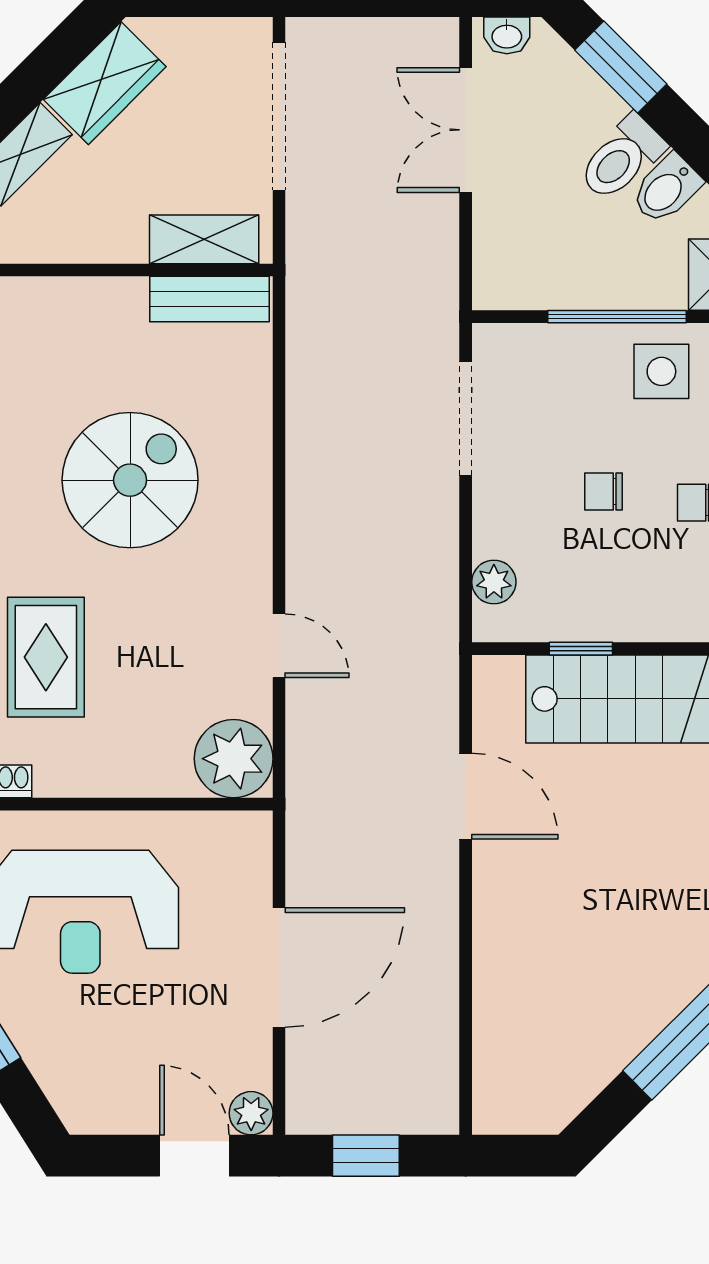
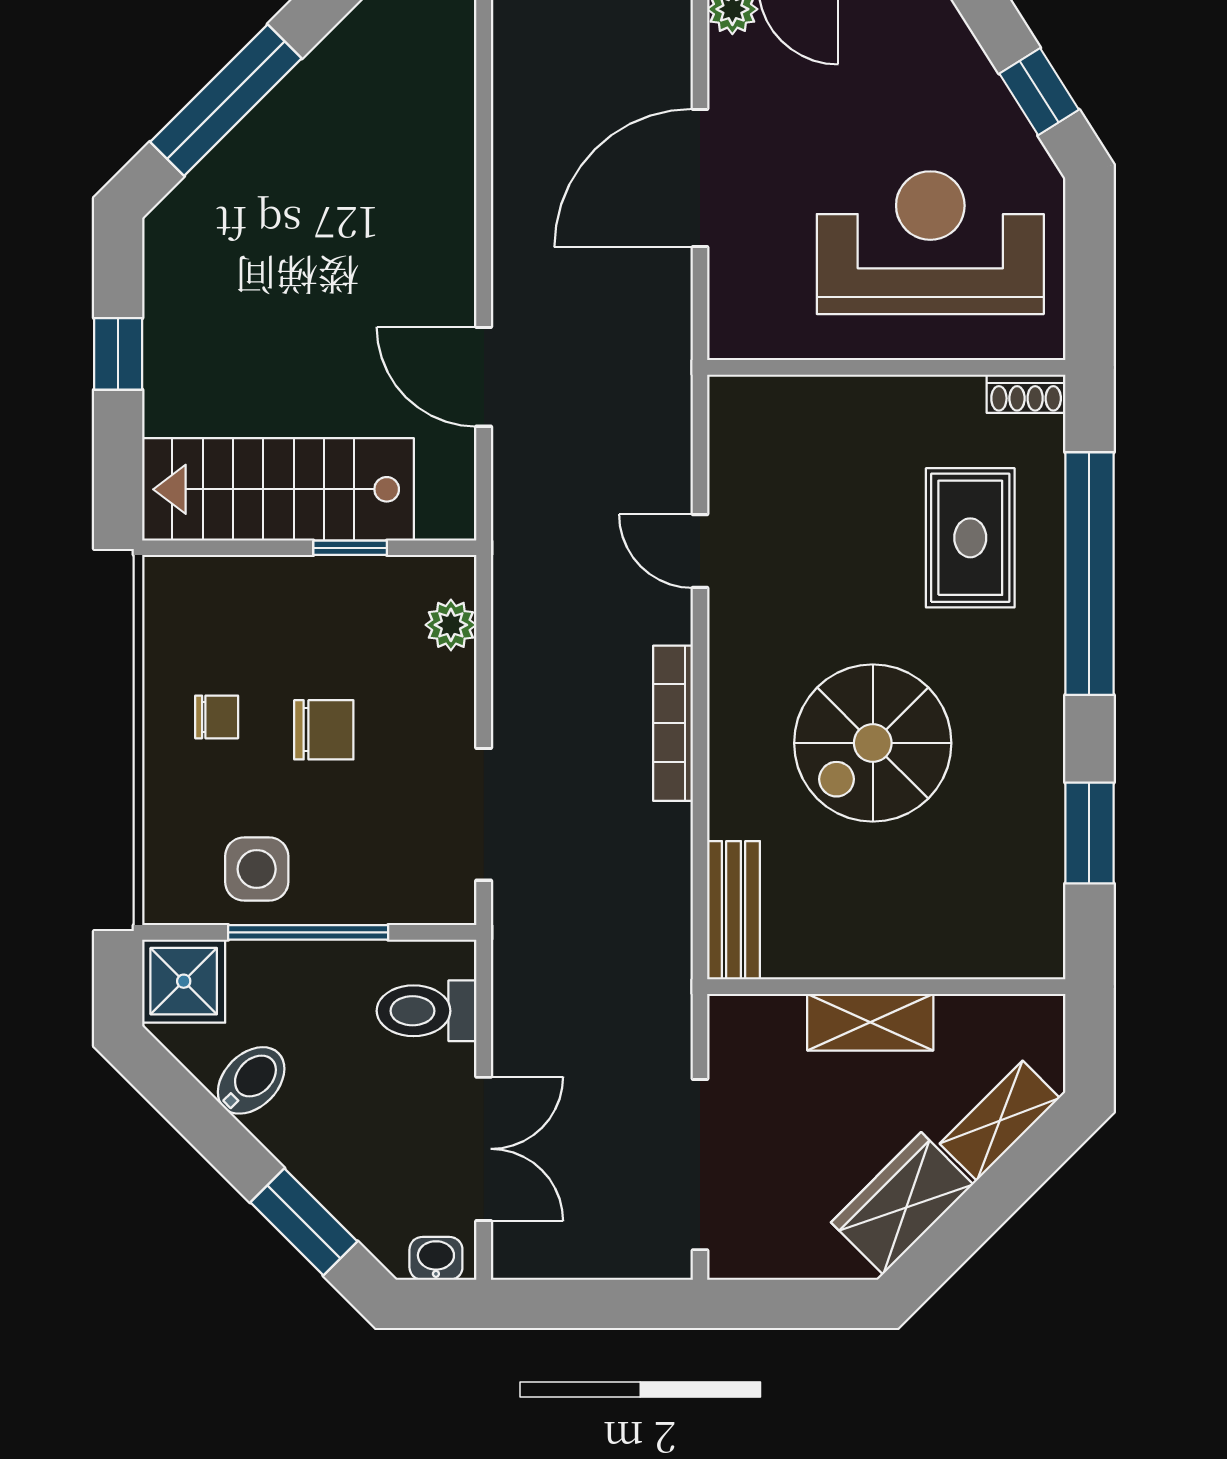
toilet: (622, 158) -> (426, 1011), moved, turned -135
shelving: (204, 239) -> (870, 1022), moved
bench: (210, 299) -> (734, 910), moved, turned 90
chair: (604, 491) -> (324, 730), width x1.37, depth x1.37
bookcase: (302, 497) -> (673, 723), added
plant: (234, 759) -> (753, 420), removed

